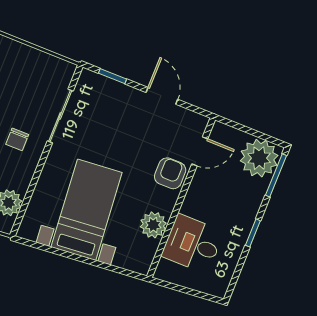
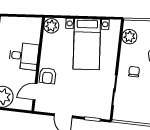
plant: (153, 225) -> (51, 26), moved
desk: (193, 244) -> (24, 56), moved

